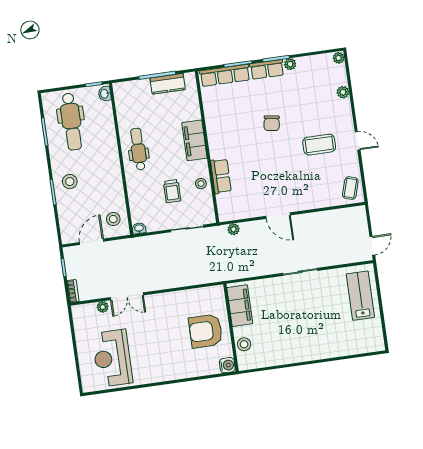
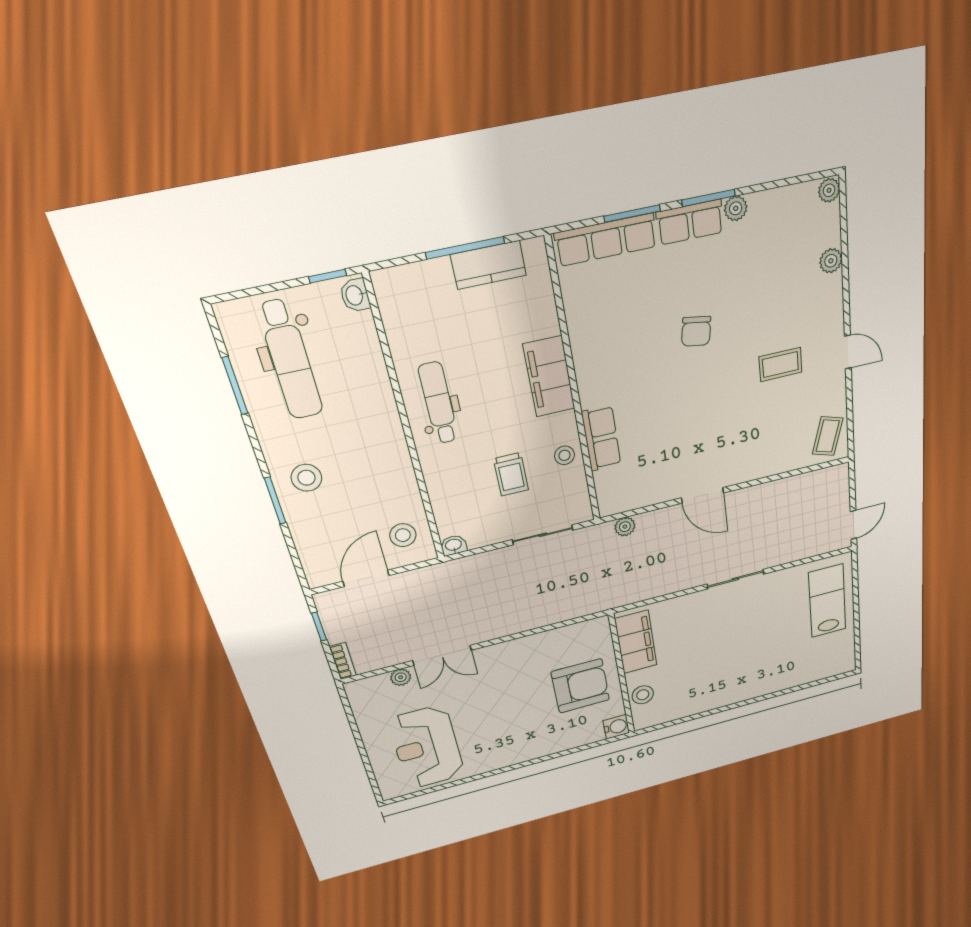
coffee table: (319, 145) -> (780, 365), width x0.73, depth x0.77
armchair: (206, 331) -> (580, 686), turned 180

